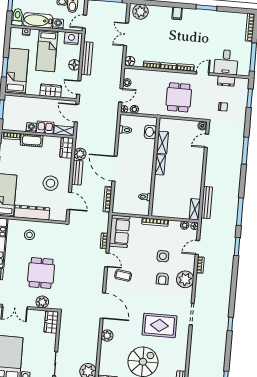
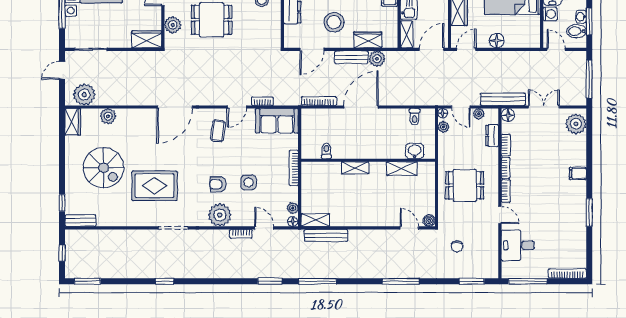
nightstand: (71, 38) -> (532, 34), removed
bench: (87, 58) -> (503, 99), moved
dresser: (226, 81) -> (492, 136), moved
wardrobe: (67, 148) -> (368, 40), moved
shelving: (160, 165) -> (355, 168), moved
rug: (159, 325) -> (155, 186), turned 90
plant: (107, 336) -> (108, 116), moved

